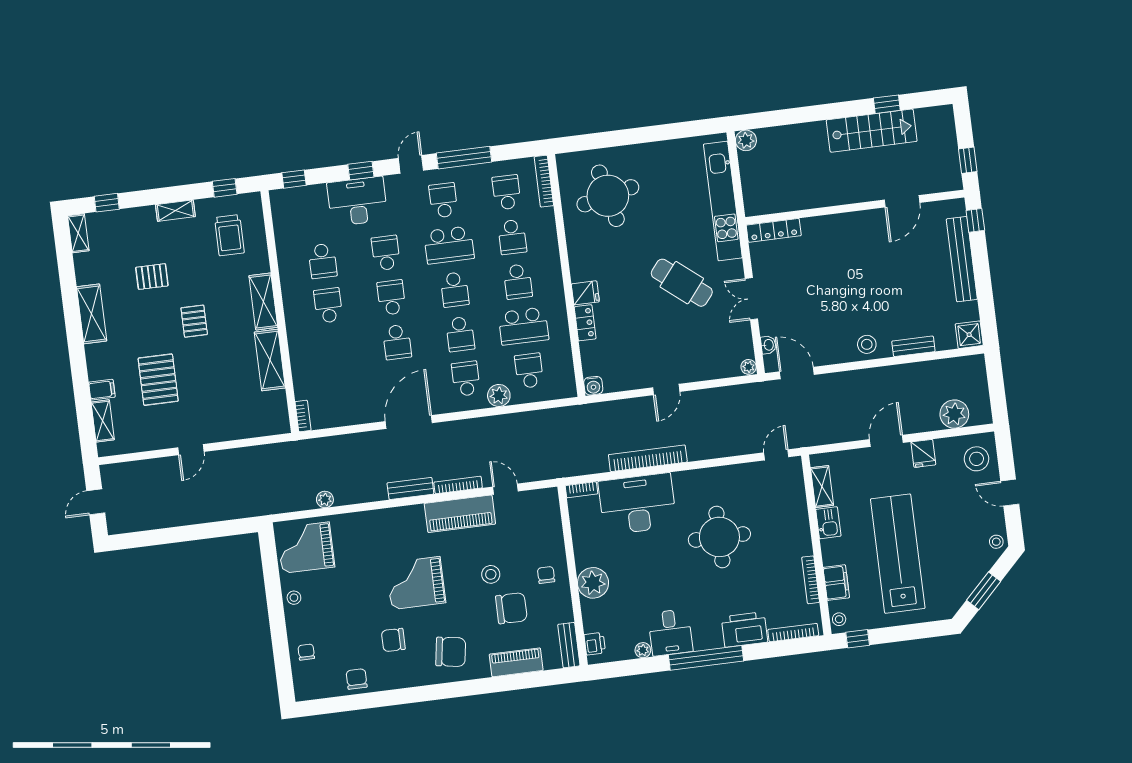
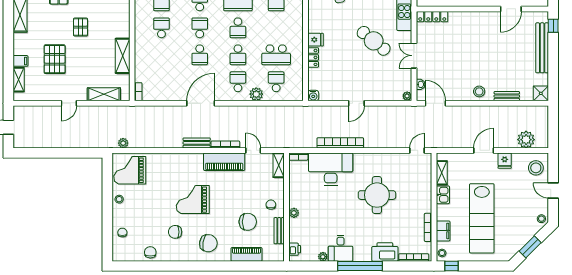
school desk: (518, 282) -> (276, 28), removed
shelving: (263, 301) -> (104, 94), moved, turned 90
plant: (325, 499) -> (123, 143), moved
shelving: (551, 508) -> (279, 165), added
lab bench: (898, 554) -> (482, 218), turned 180
stool: (491, 574) -> (238, 200), removed
plant: (593, 583) -> (294, 213), width x0.53, depth x0.53
bench: (569, 645) -> (279, 231), moved

